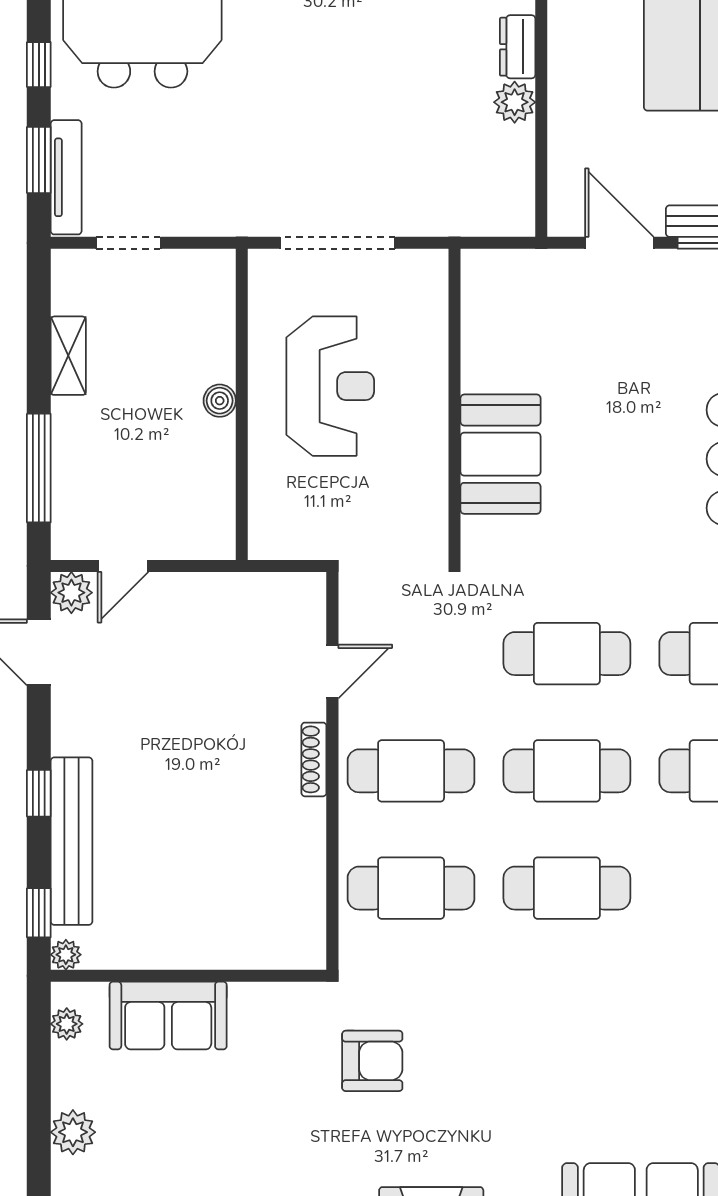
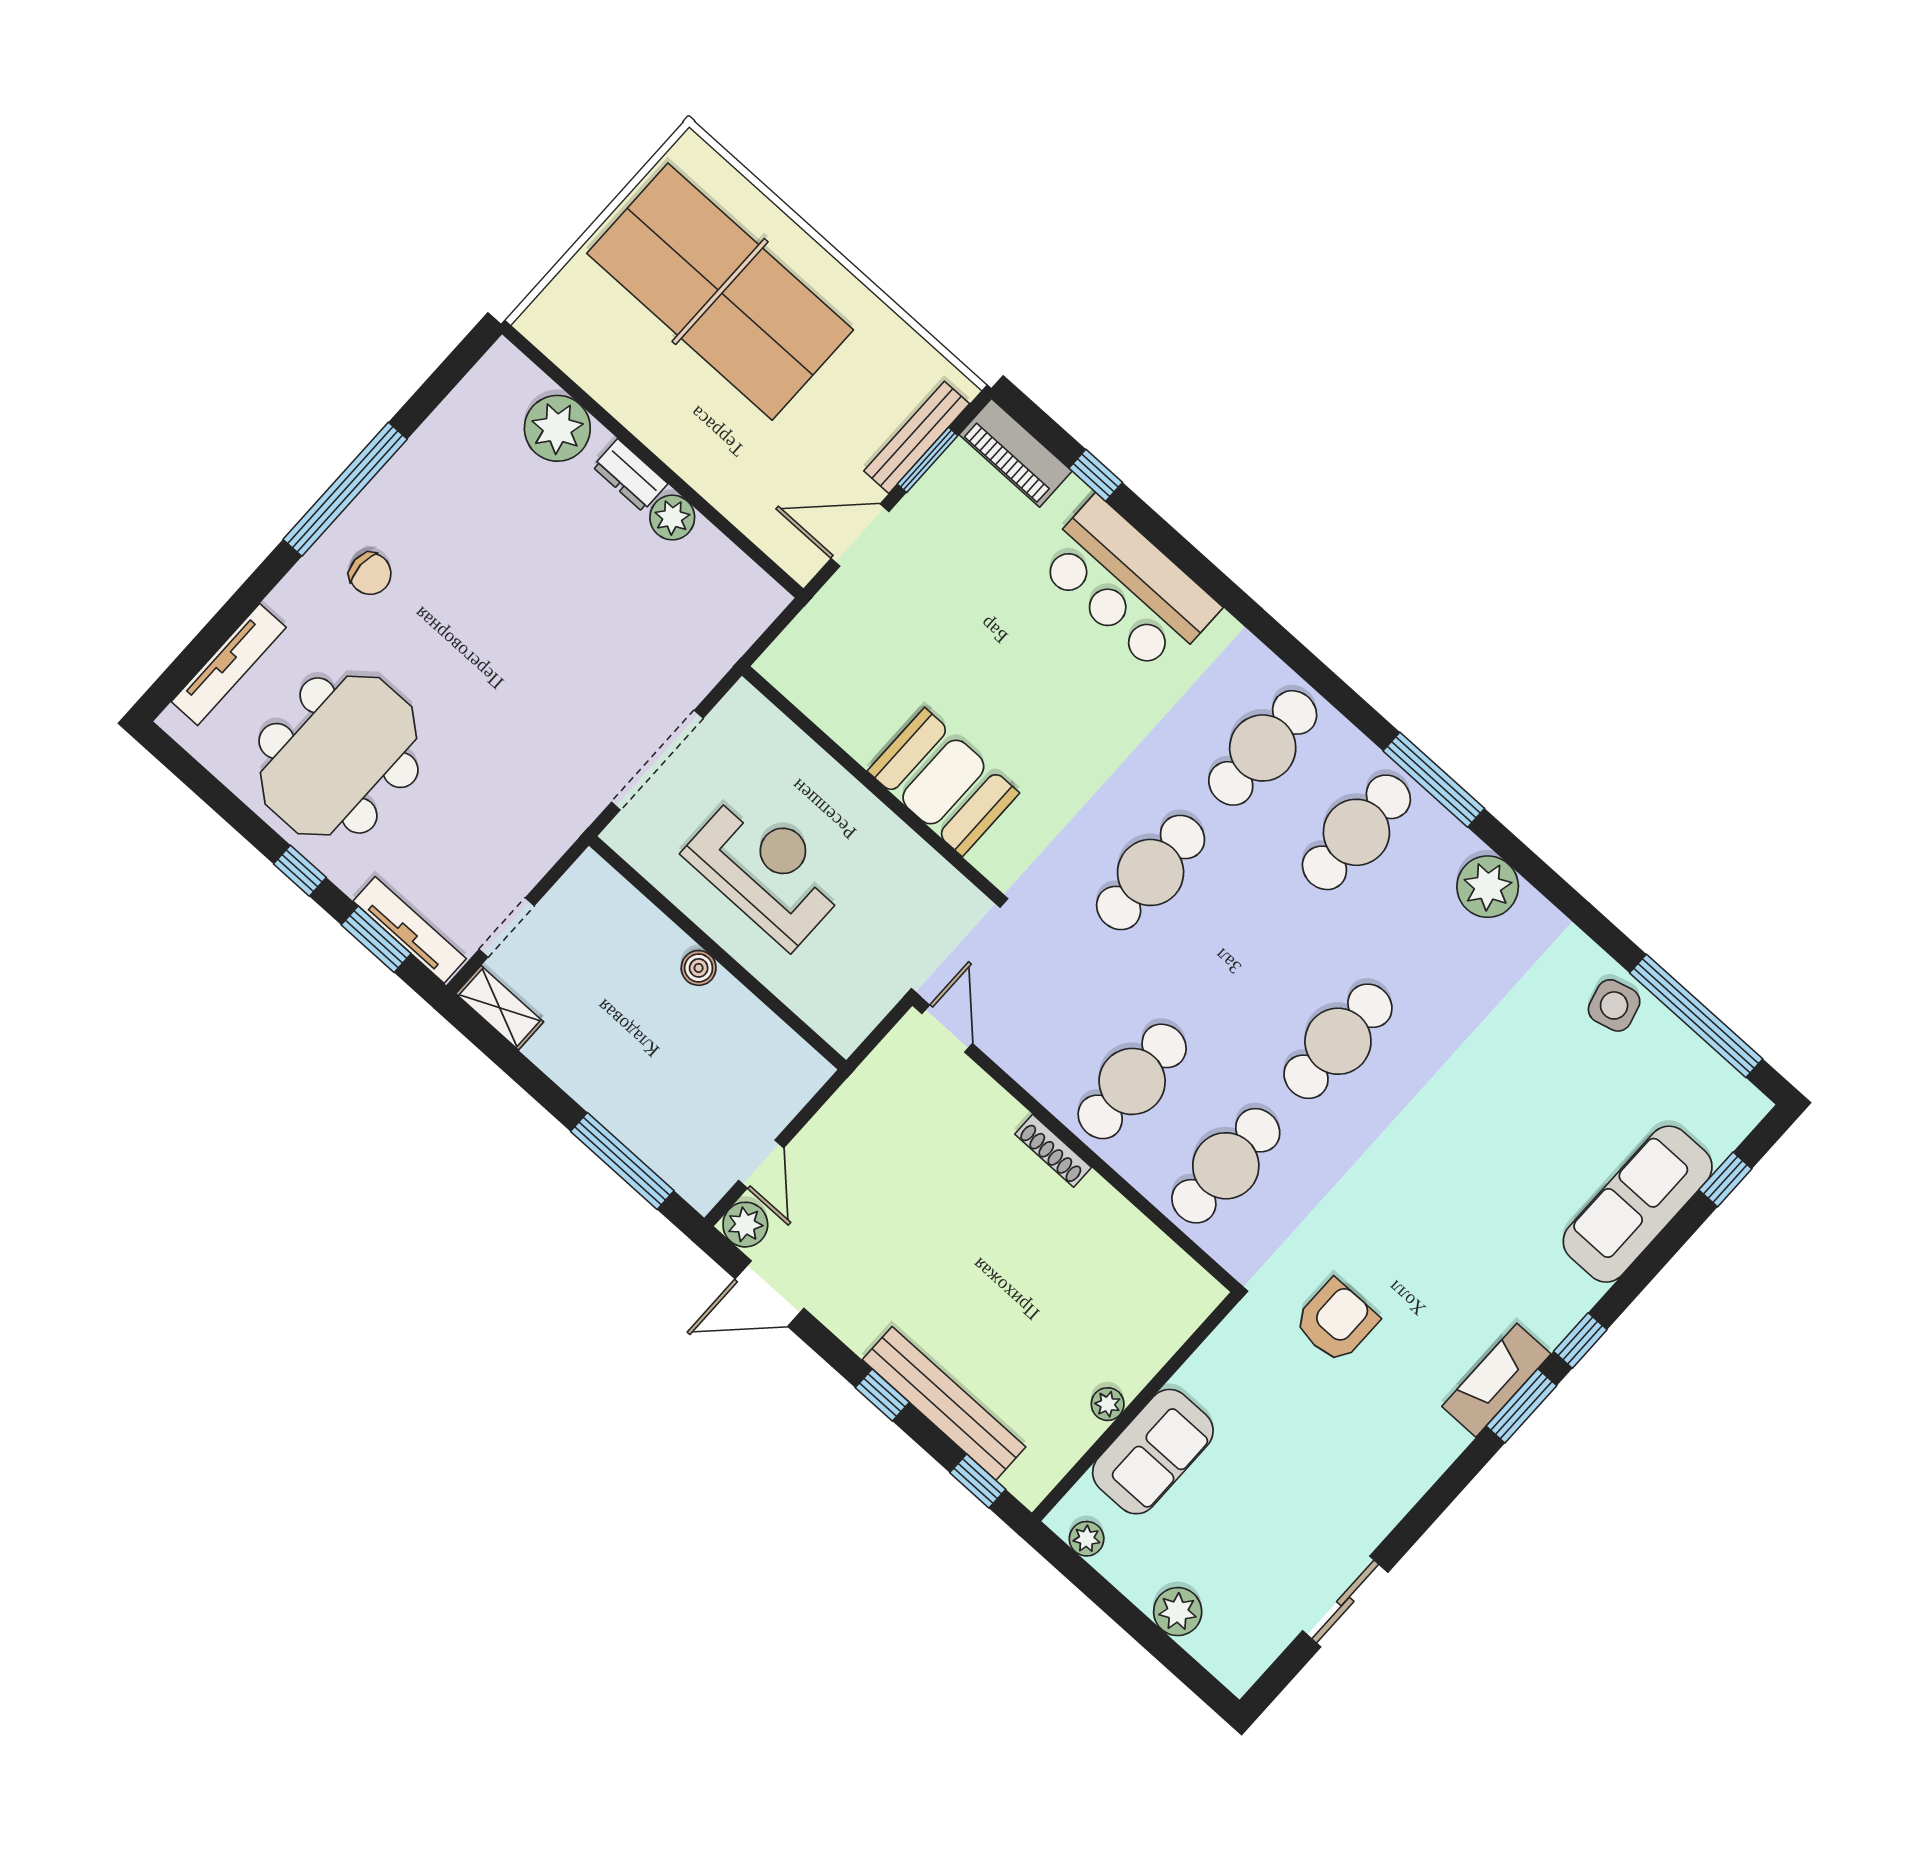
shelving: (68, 356) -> (500, 1008), moved
door: (332, 671) -> (947, 1029), moved
cafe table: (567, 771) -> (1244, 957), removed
plant: (66, 955) -> (1108, 1404), moved

